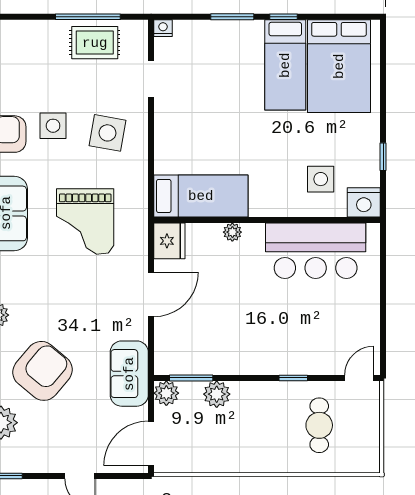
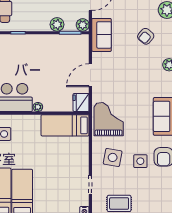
grand piano: (85, 222) -> (109, 119), moved
plant: (232, 232) -> (38, 107), moved
armchair: (42, 371) -> (146, 36), width x0.53, depth x0.53

